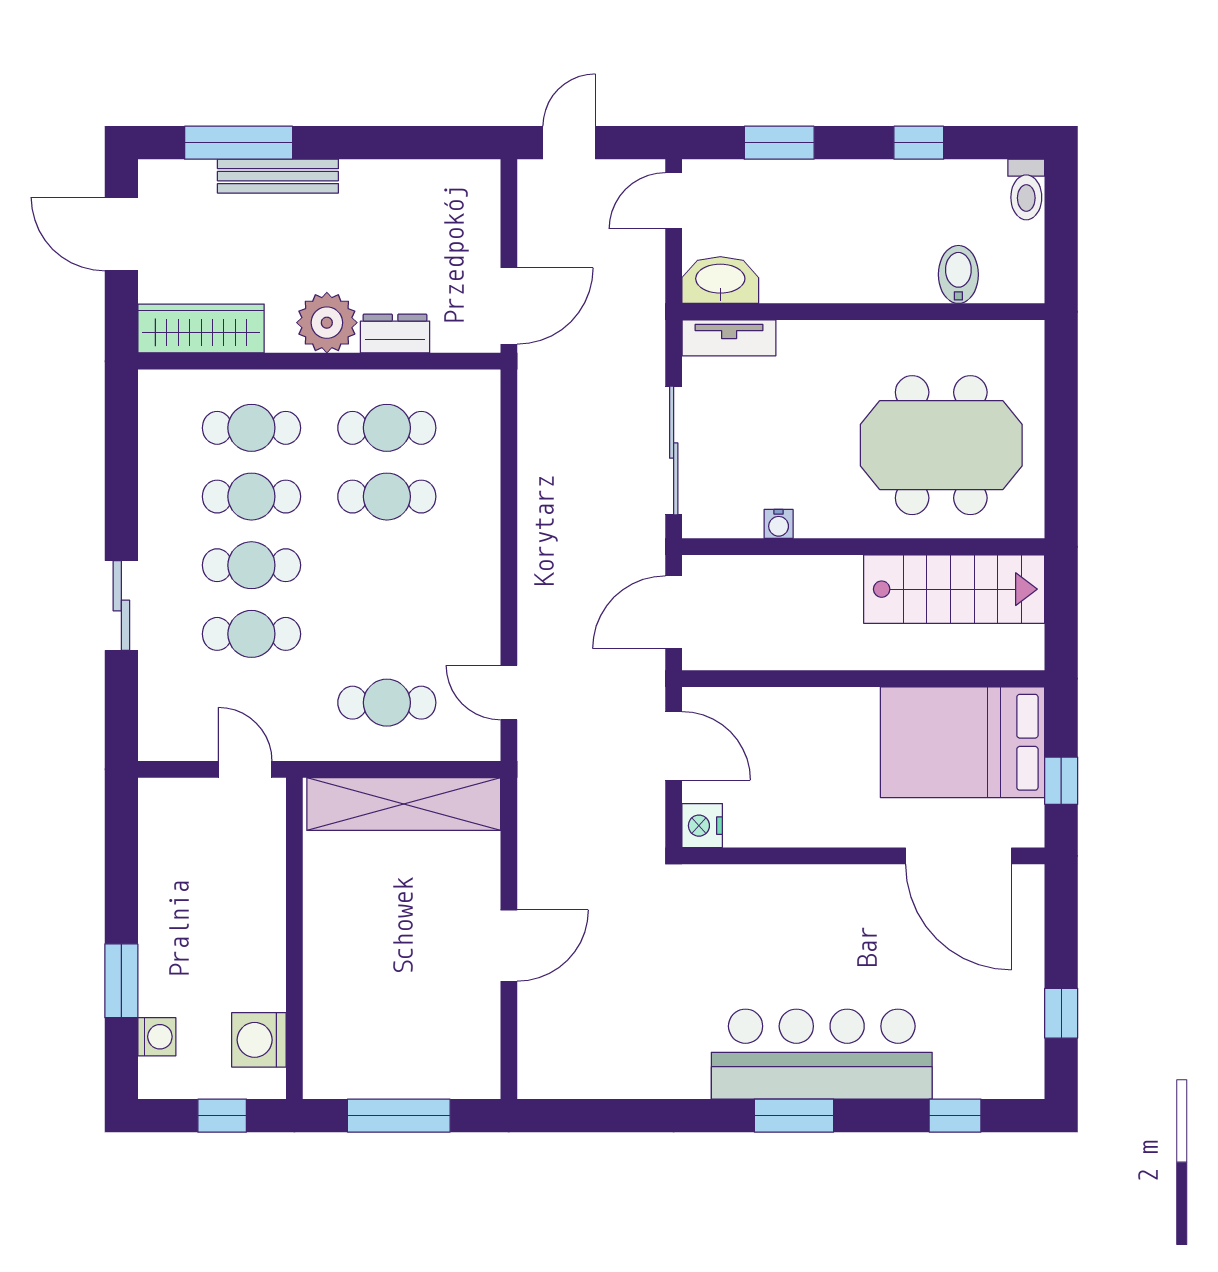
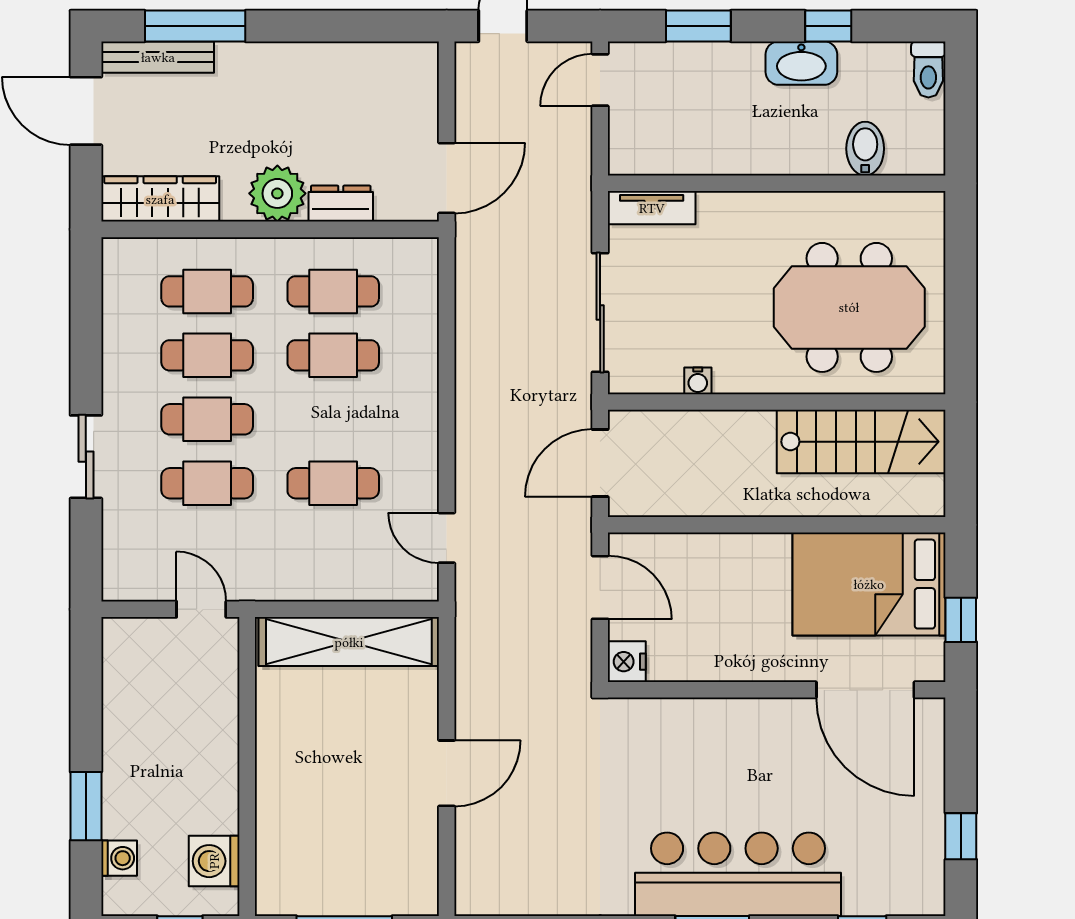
bench: (278, 176) -> (158, 57), moved
washbasin: (720, 280) -> (801, 63), moved, turned 180
cafe table: (387, 703) -> (333, 483), moved

